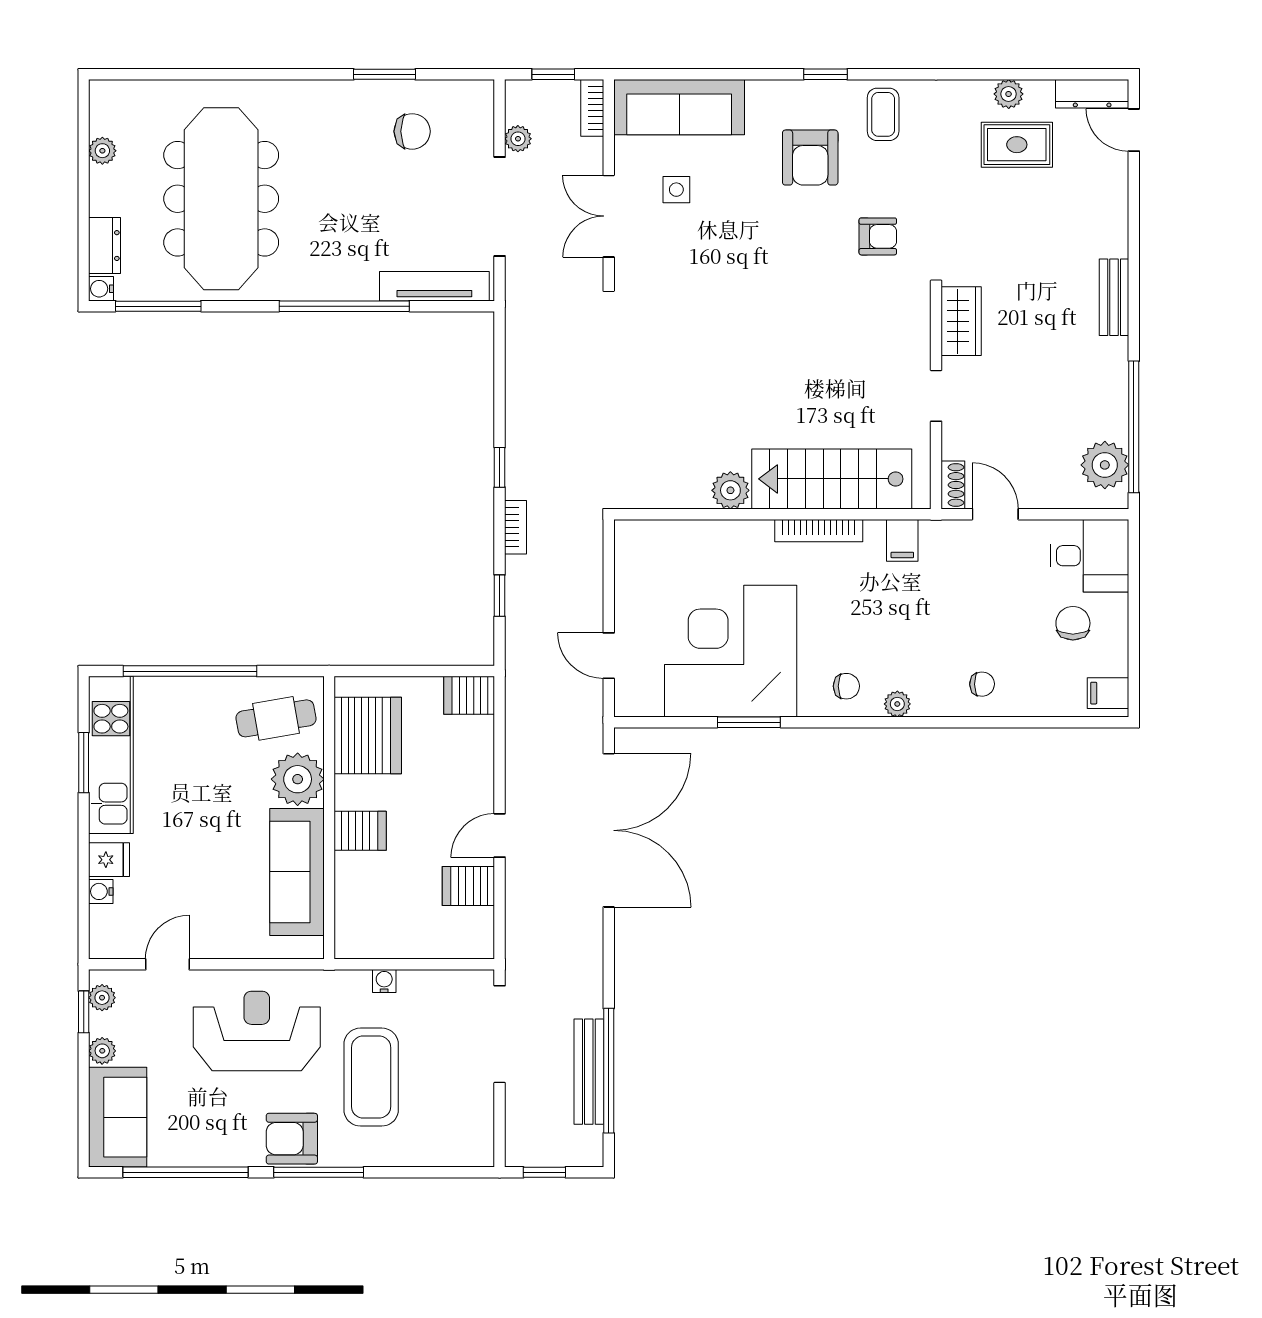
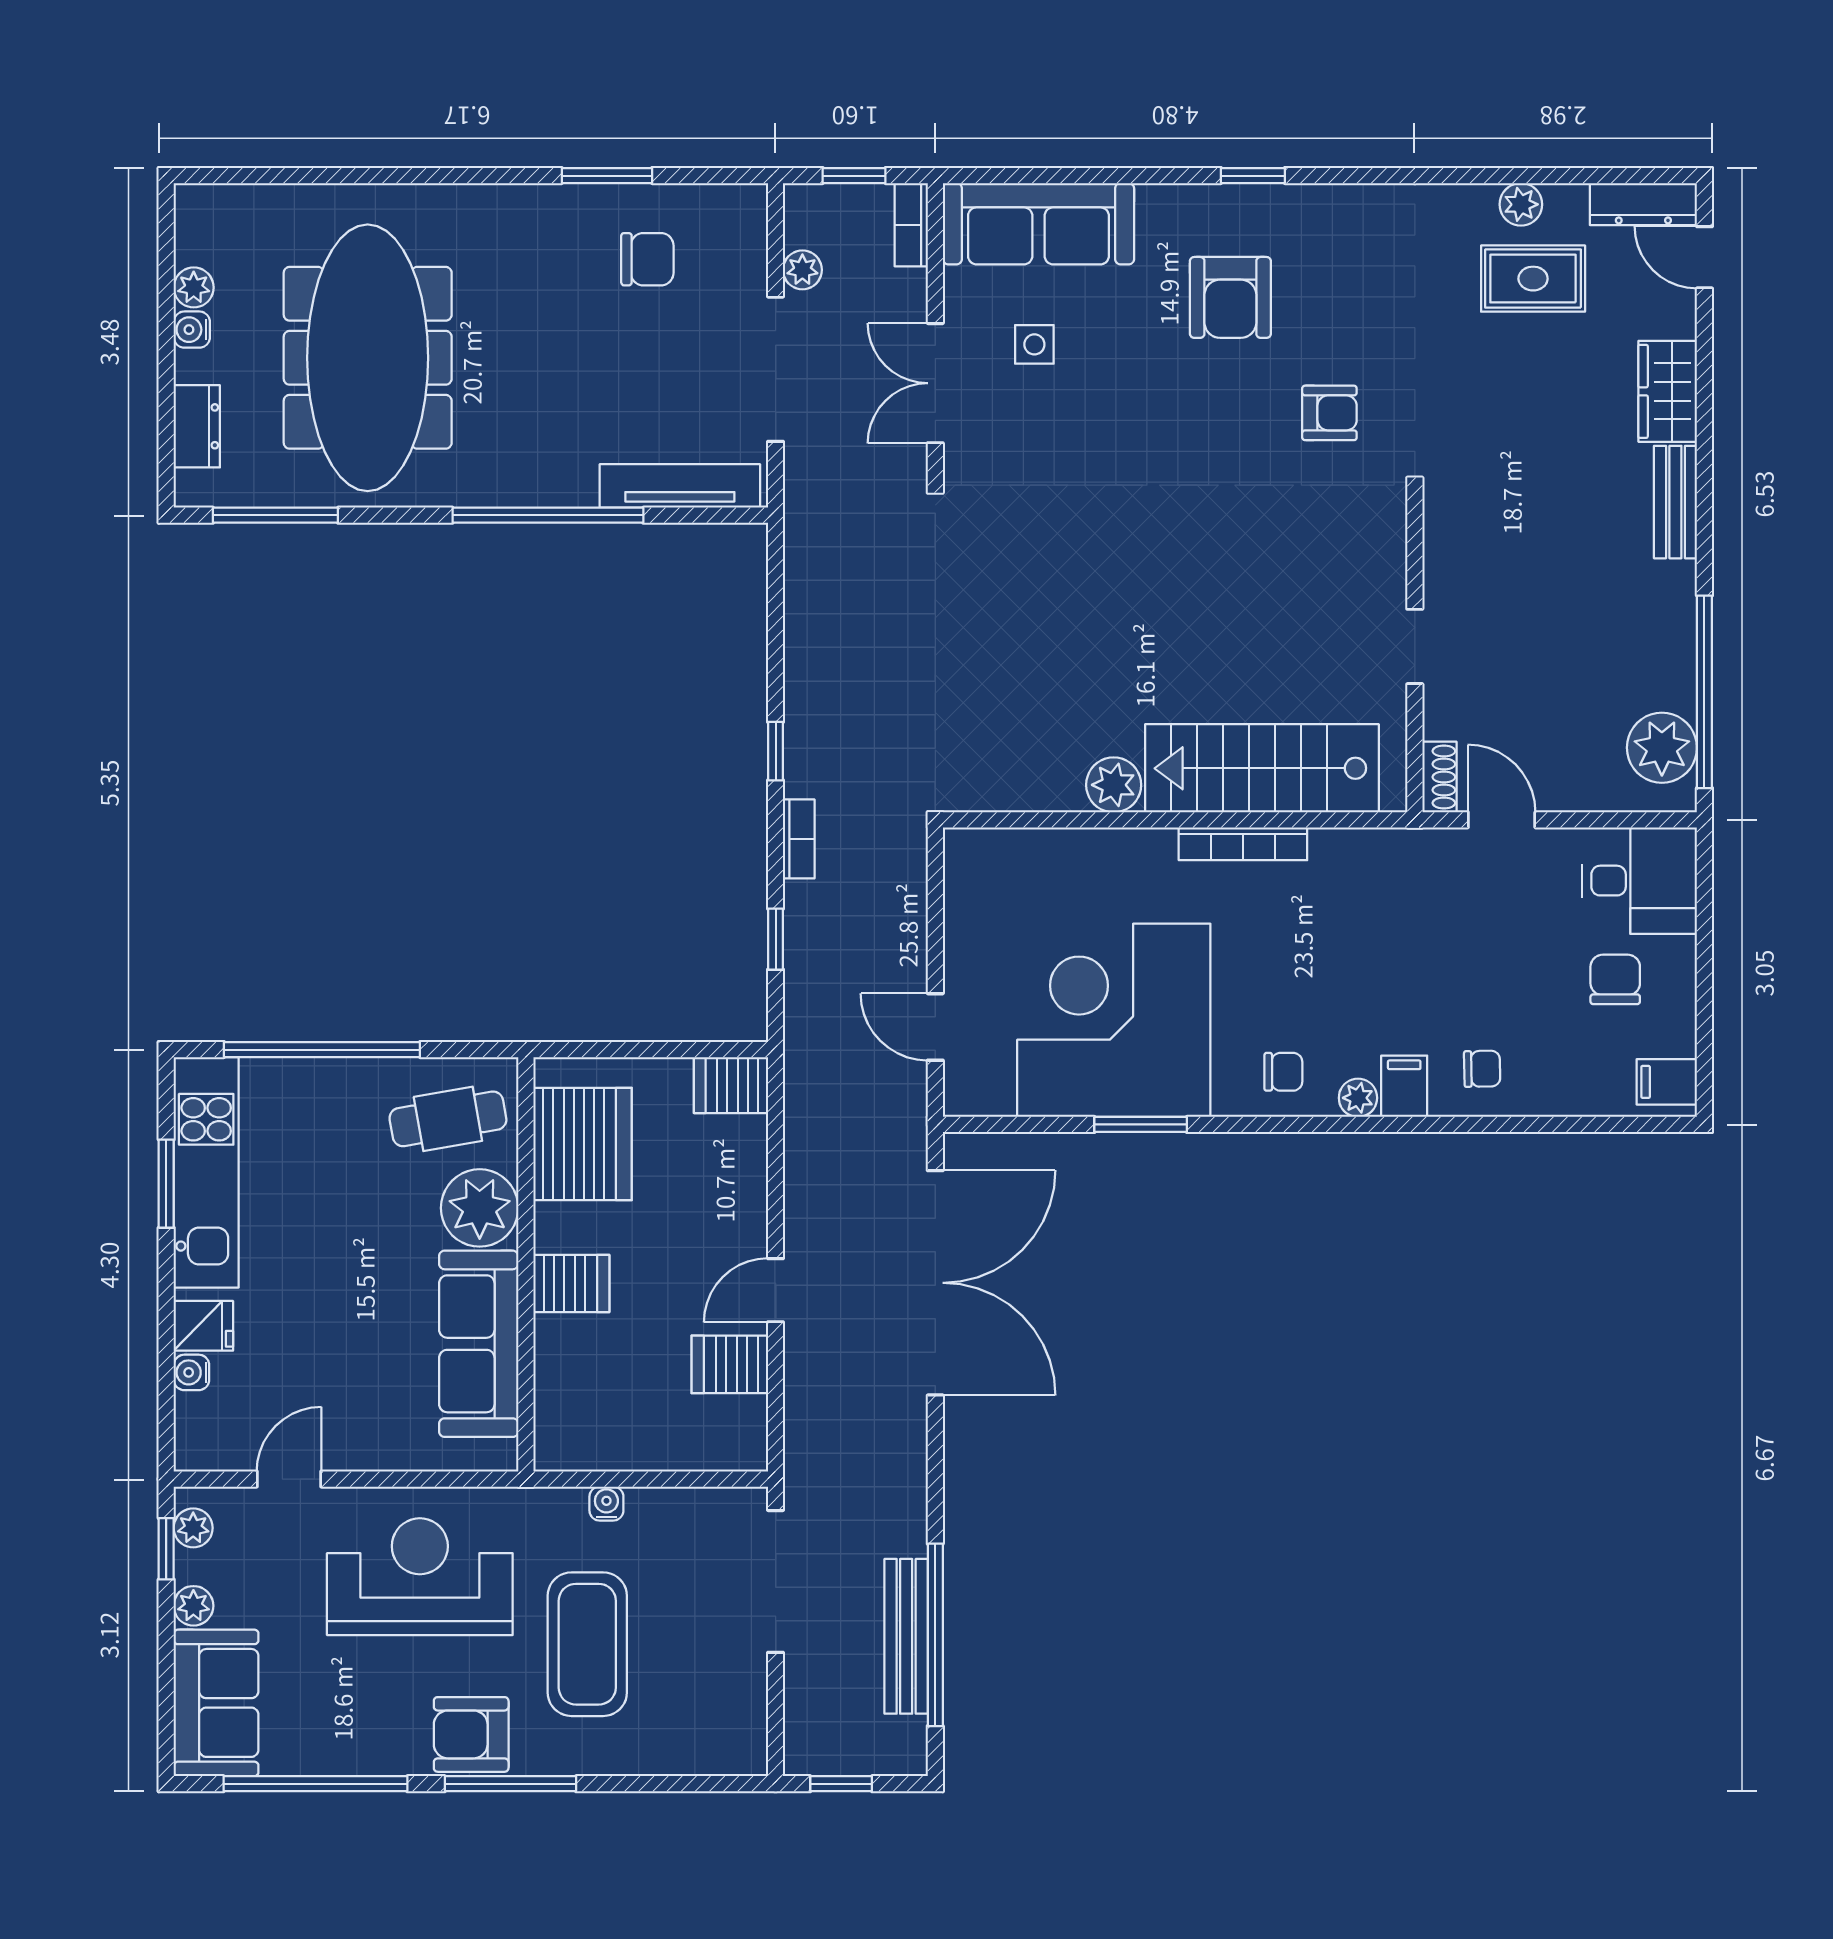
coffee table: (883, 114) -> (1337, 234), removed
water cooler: (101, 289) -> (192, 330), moved
wardrobe: (961, 321) -> (1668, 391), moved, turned 180
filing cabinet: (902, 540) -> (1404, 1086), moved, turned 180

